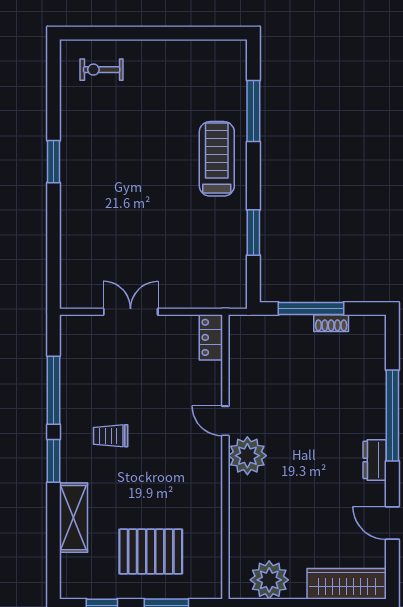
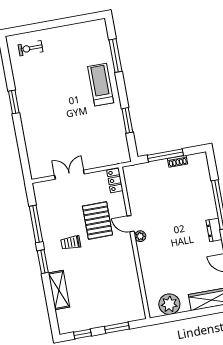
plant: (247, 456) -> (140, 236), width x0.53, depth x0.53
pallet: (151, 552) -> (97, 221), moved, turned 90

